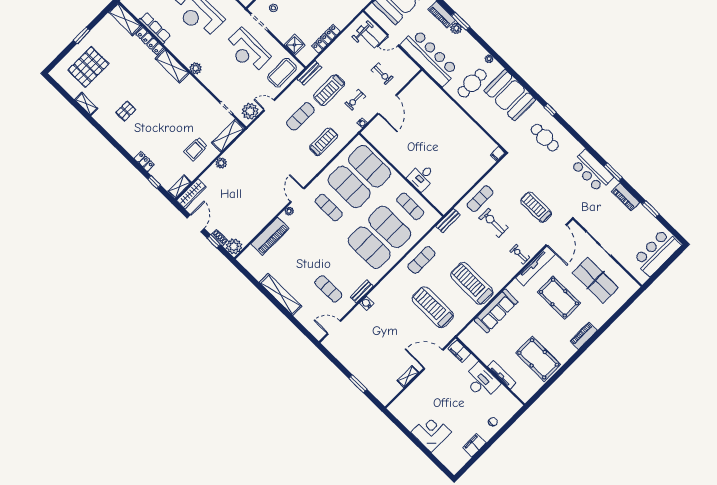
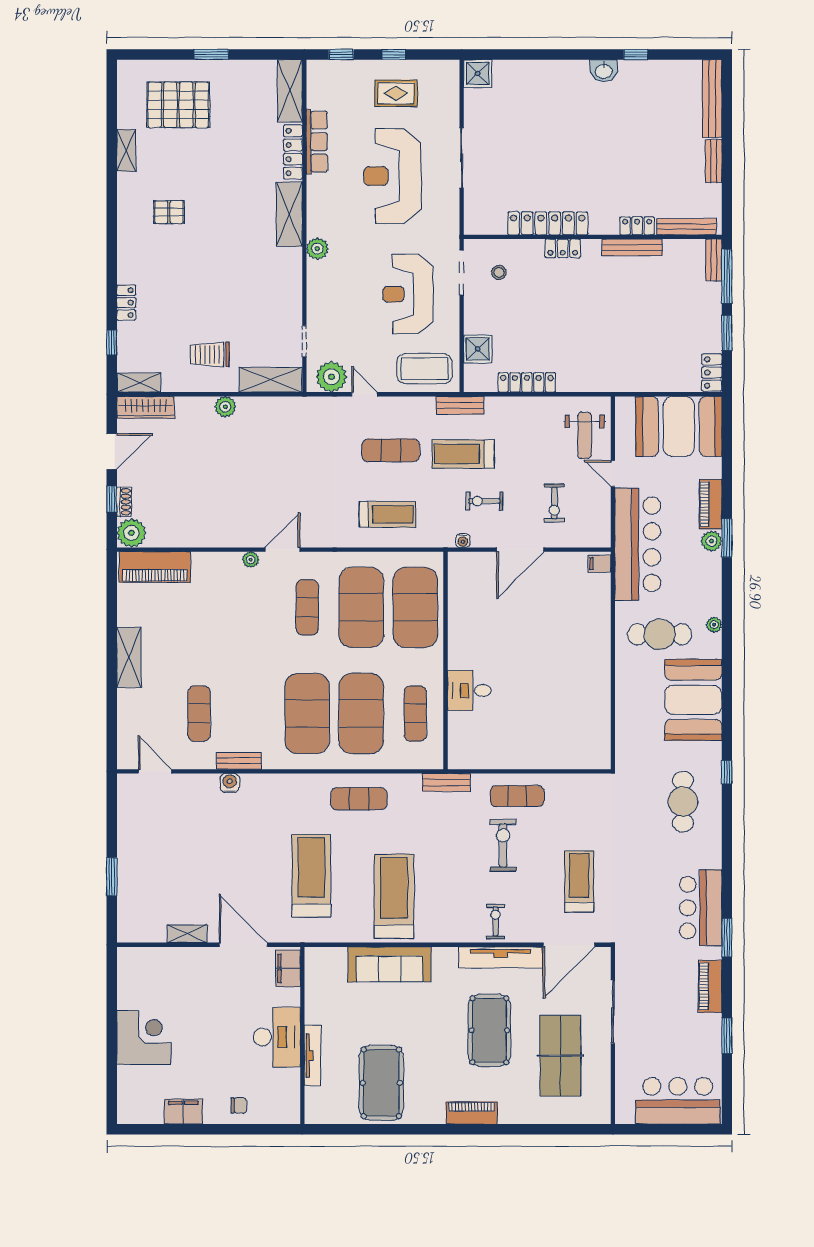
filing cabinet: (498, 154) -> (599, 564), moved
piano: (270, 236) -> (155, 567), moved
shelving: (280, 294) -> (129, 657), width x0.68

